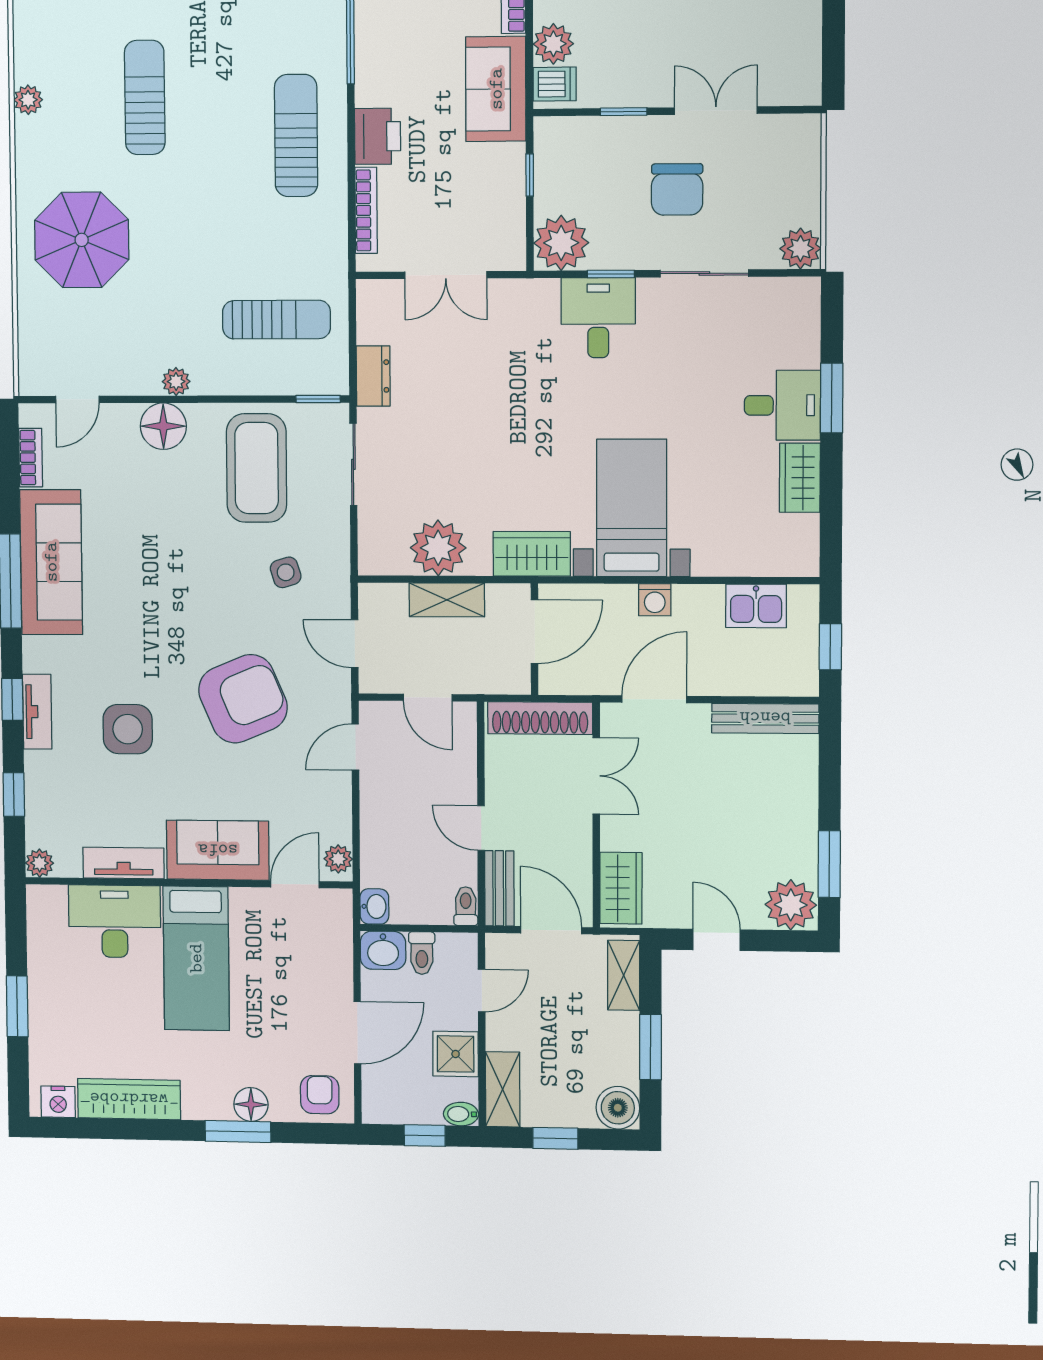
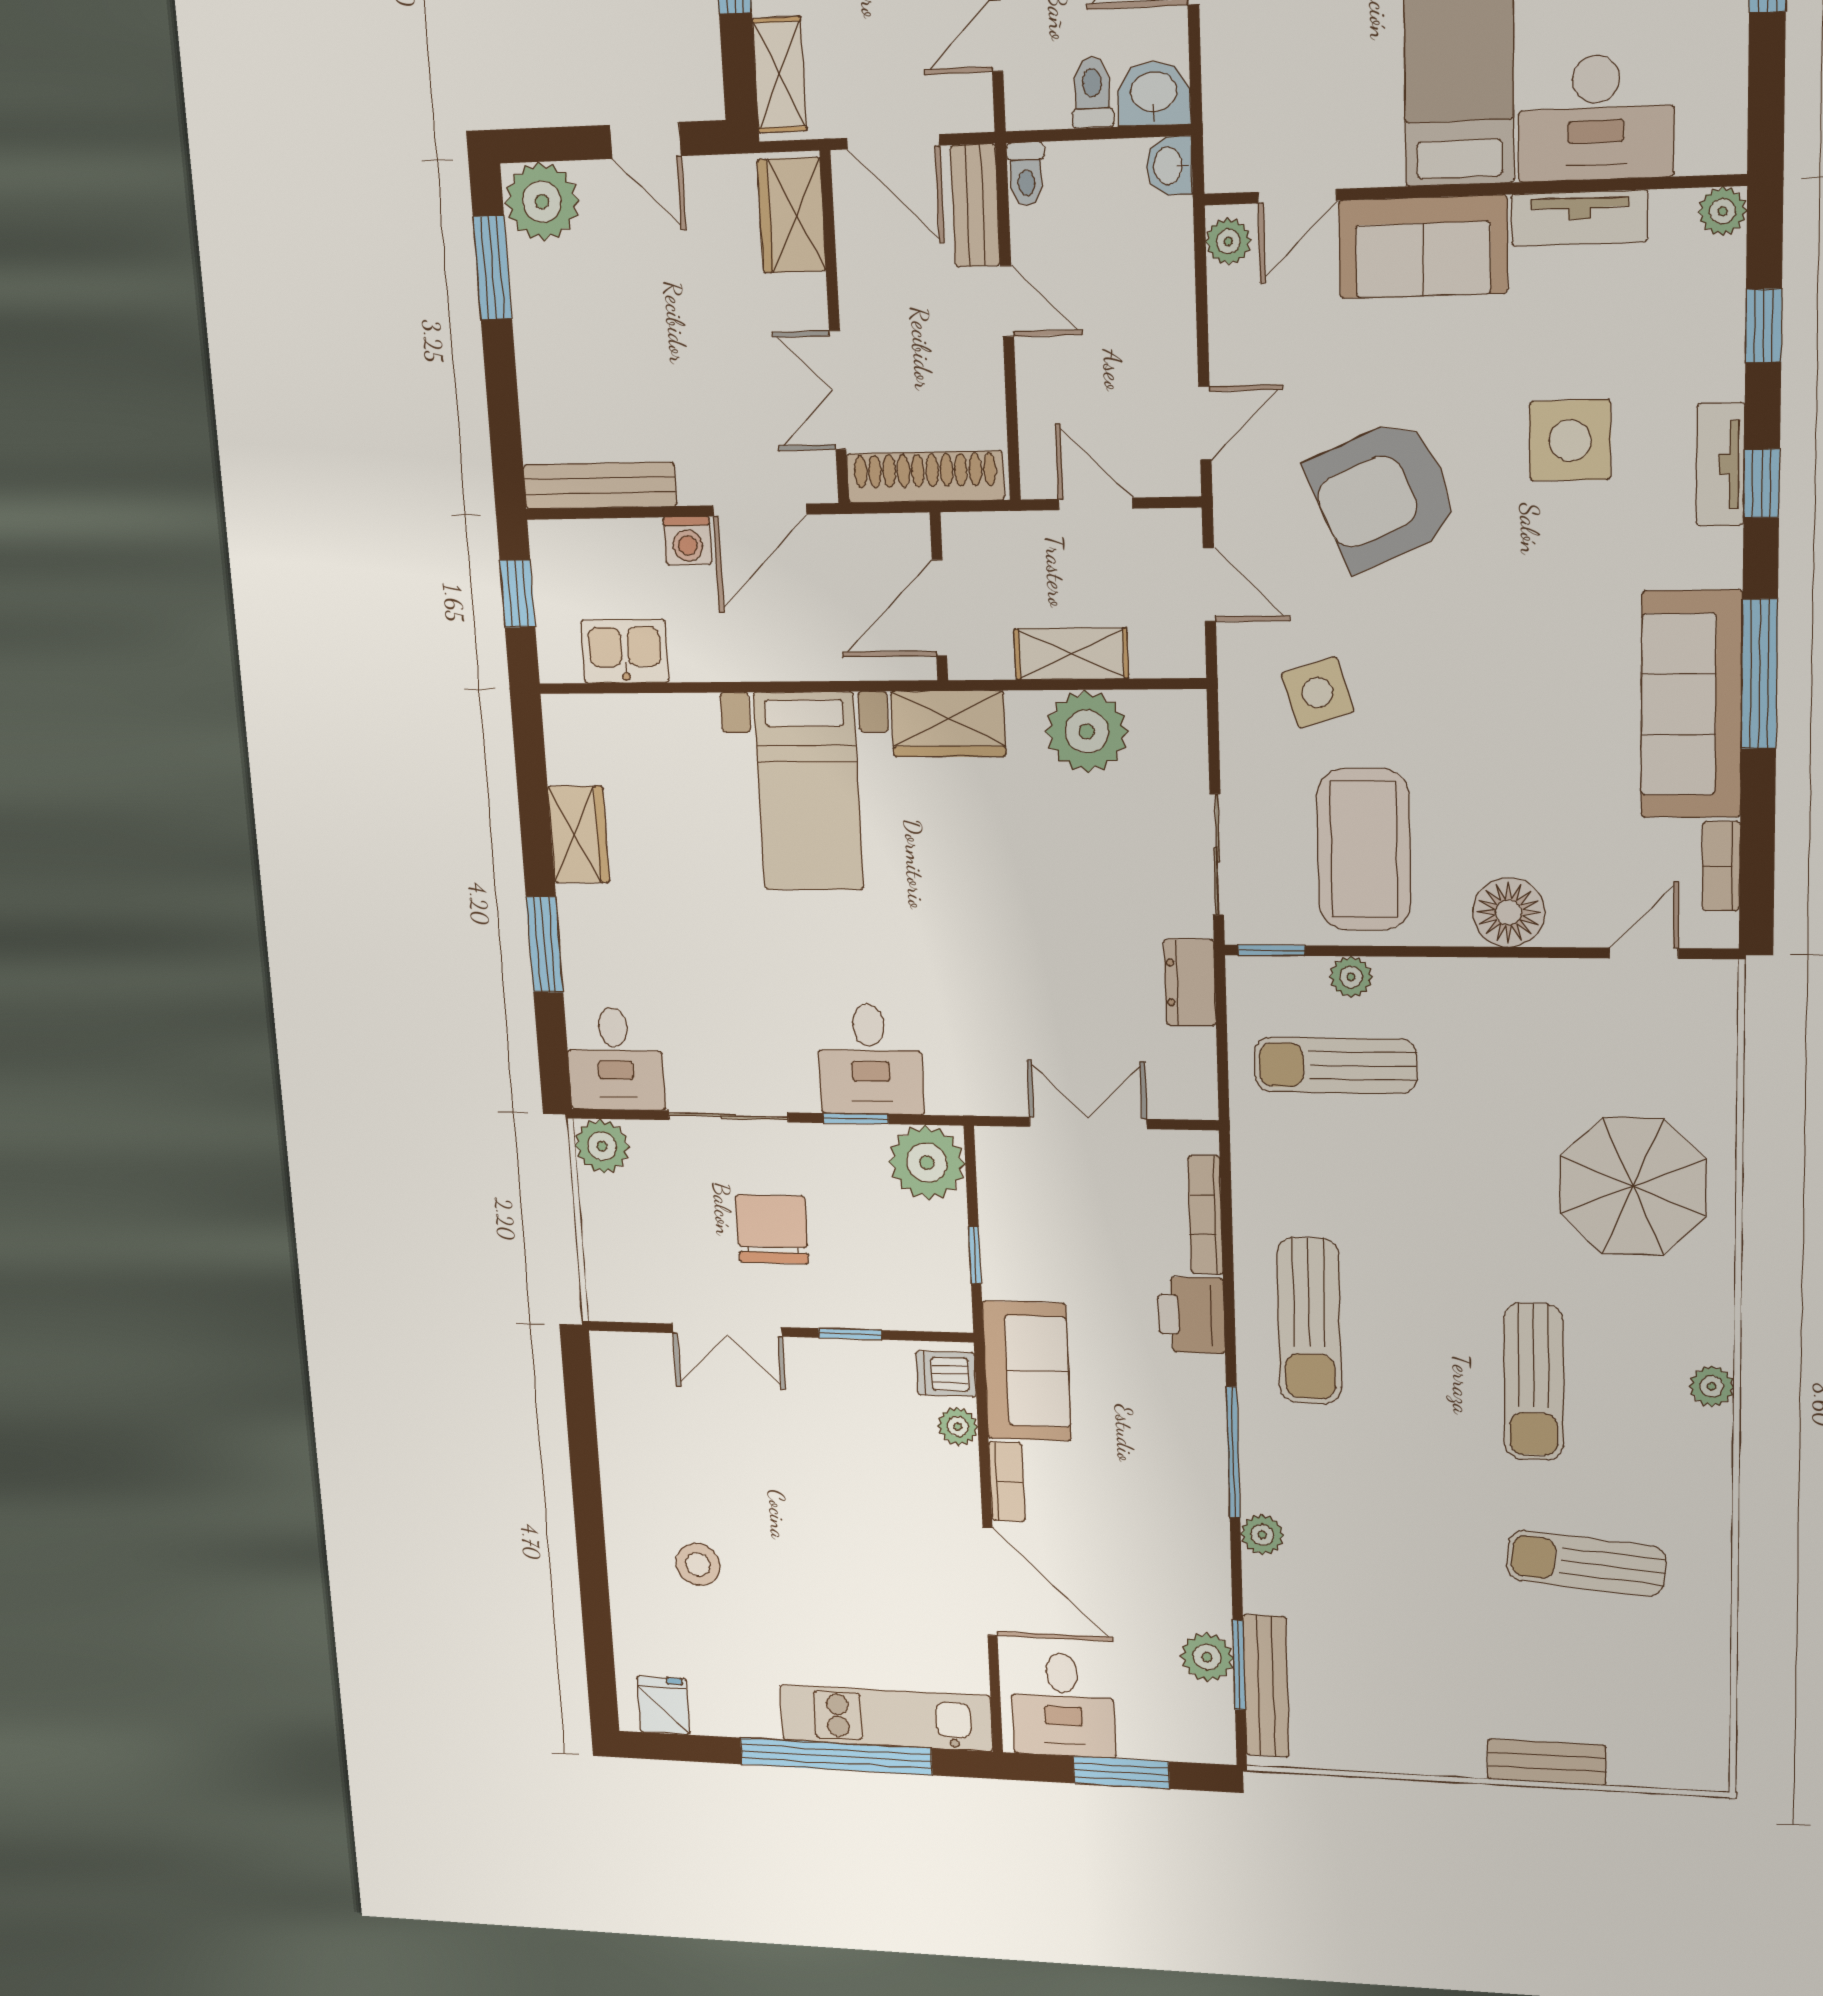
plant: (553, 44) -> (958, 1426), width x0.73, depth x0.73
plant: (176, 382) -> (1351, 977), moved
desk: (782, 405) -> (615, 1059), moved, turned -90
side table: (286, 572) -> (1318, 693), width x1.37, depth x1.37
washing machine: (655, 600) -> (687, 541), moved, turned 180

